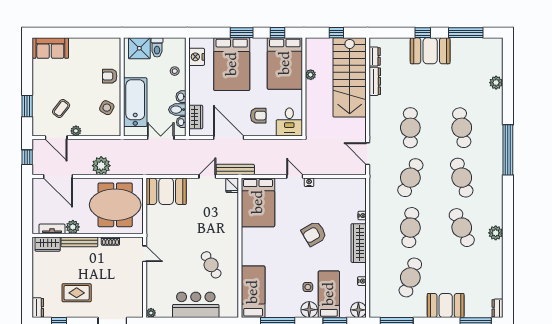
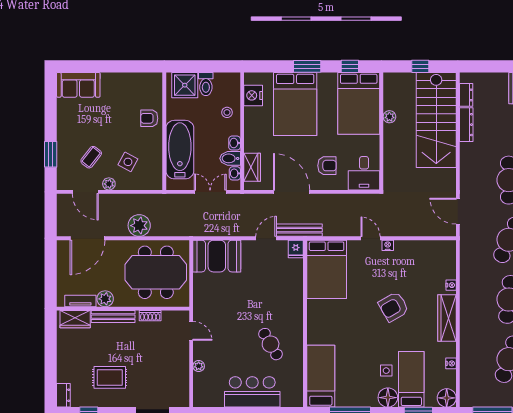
side table: (107, 108) -> (128, 162), moved
window: (27, 157) -> (51, 215), removed
door: (58, 176) -> (88, 238), hinge flipped
plant: (151, 313) -> (199, 366), moved

